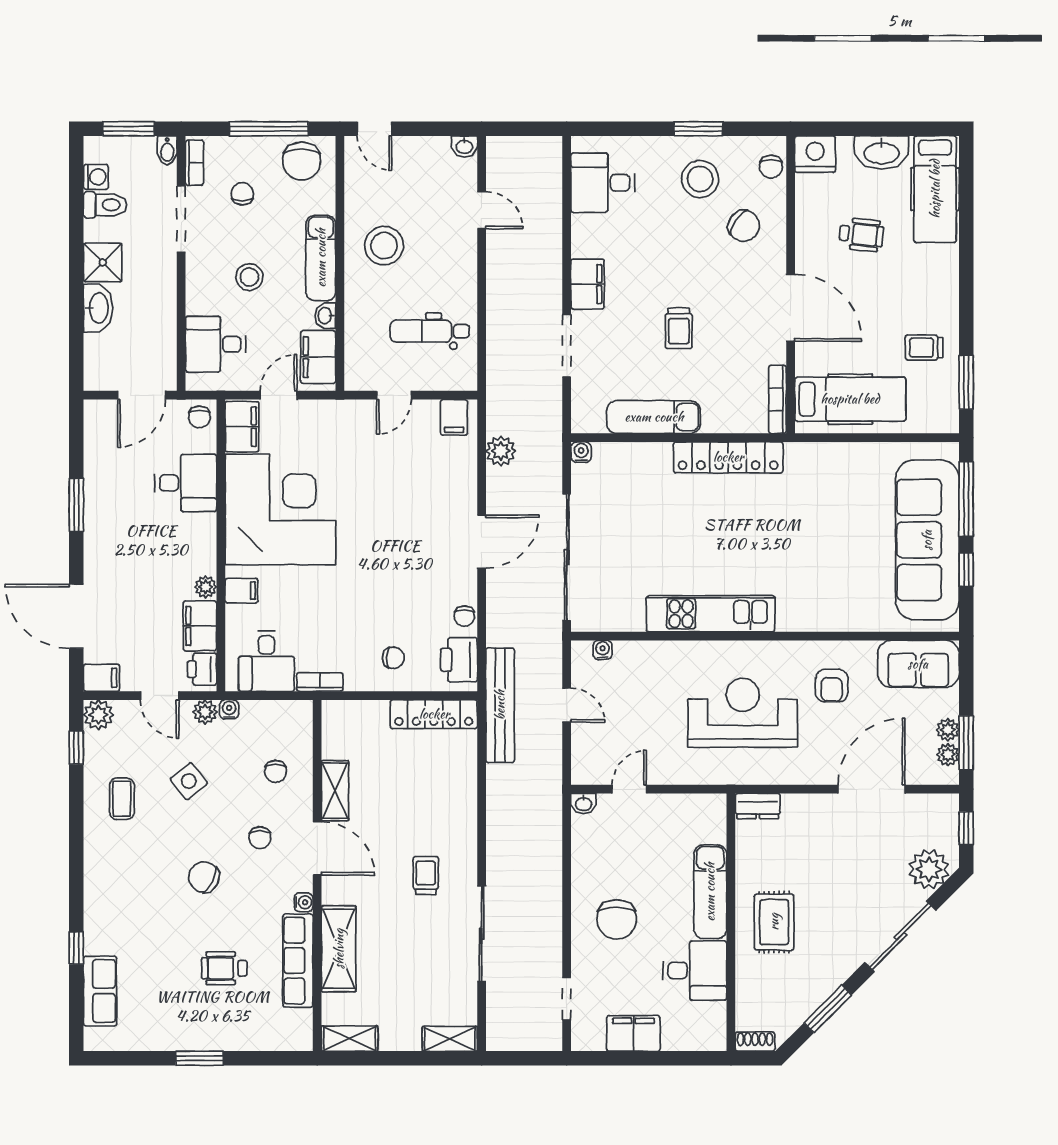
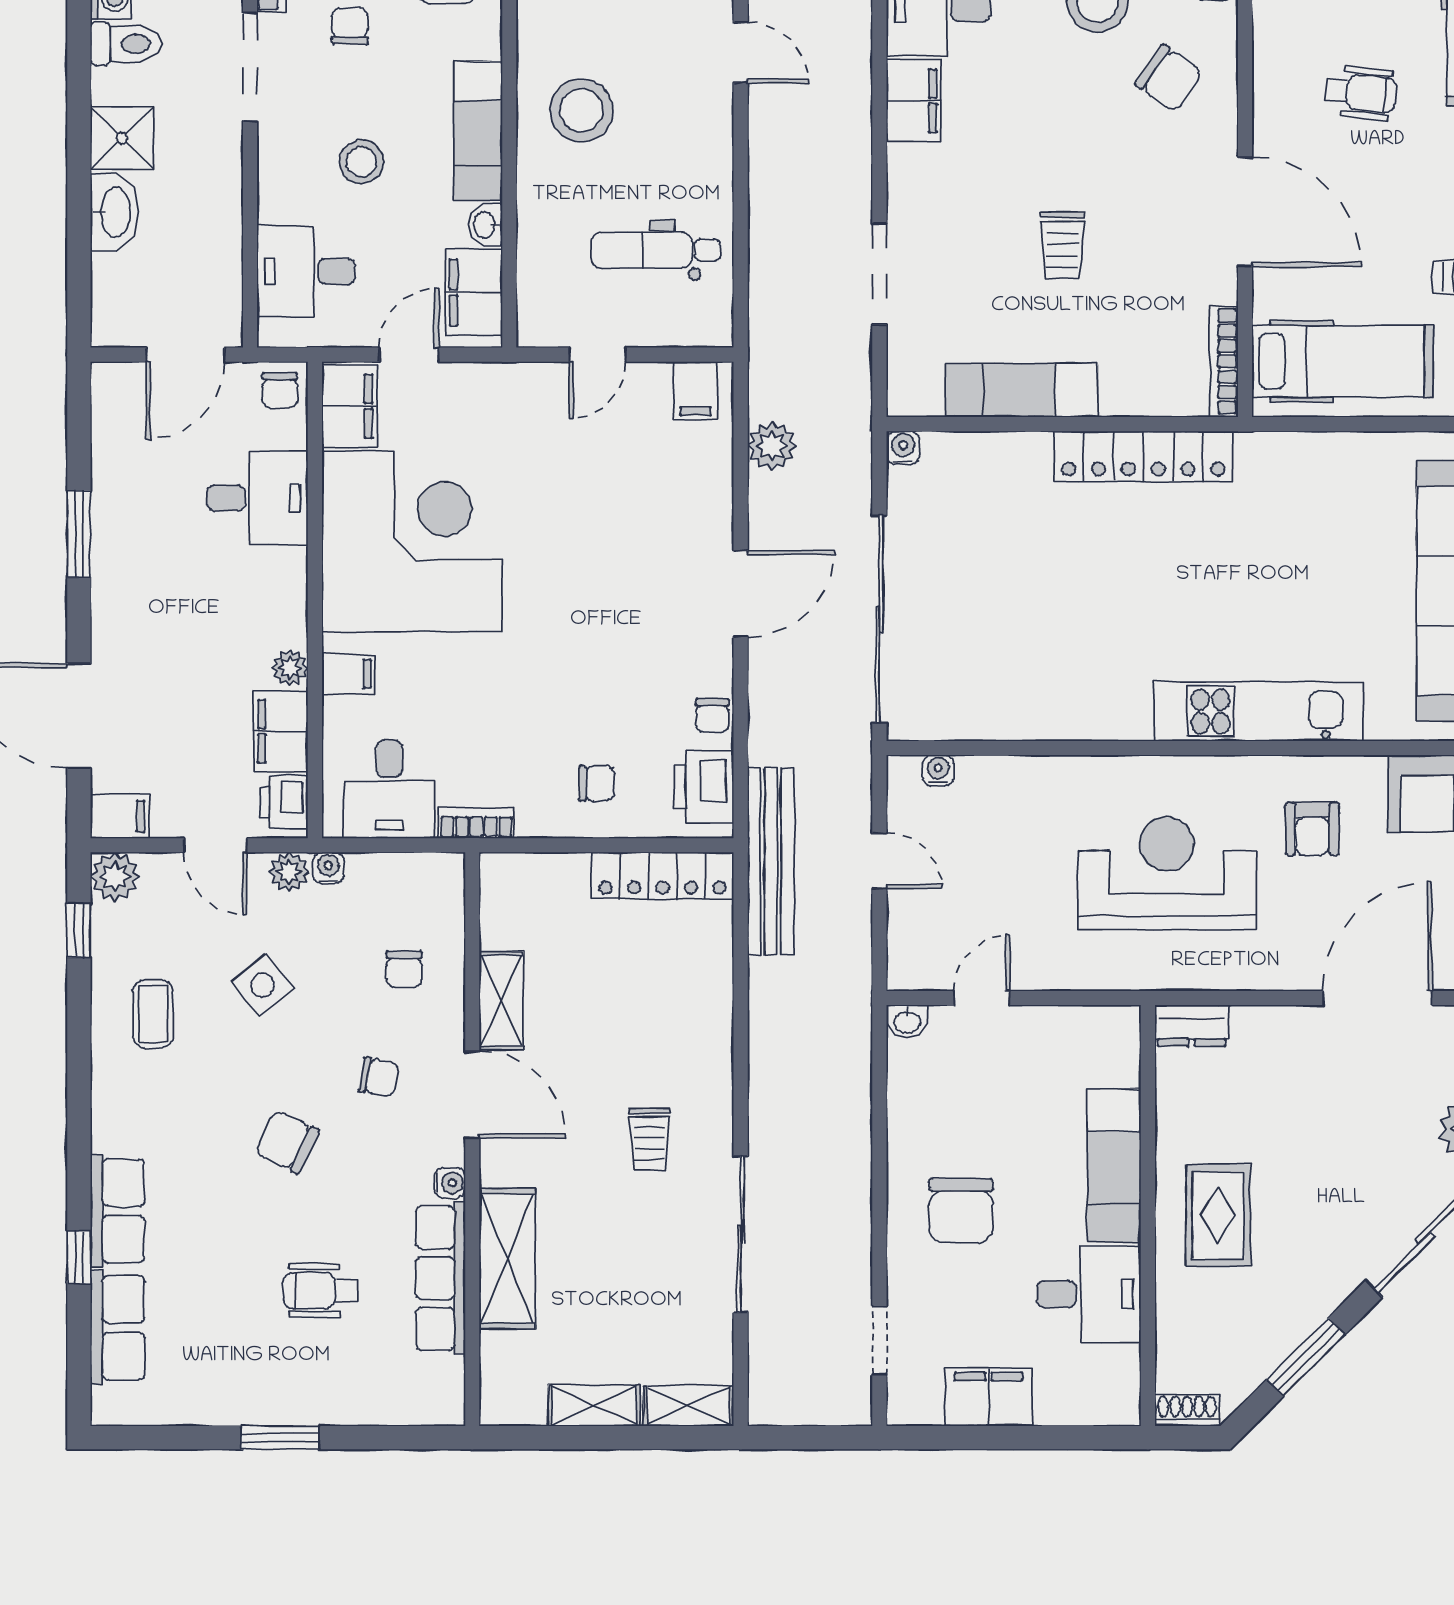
filing cabinet: (588, 284) -> (914, 101), moved
kitchen unit: (711, 614) -> (1259, 712), moved
chair: (260, 838) -> (379, 1077), turned -79
trolley: (426, 876) -> (649, 1139), turned 180
row of seats: (100, 919) -> (117, 1211), added
shelving: (350, 1039) -> (594, 1405), moved

